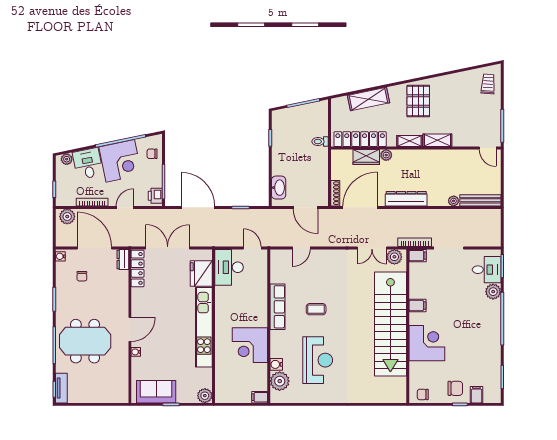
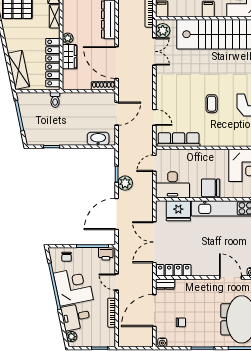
shelving: (368, 99) -> (19, 70), moved
plant: (67, 217) -> (125, 183), moved
row of seats: (278, 307) -> (179, 140), moved
chair: (226, 308) -> (211, 188), added

